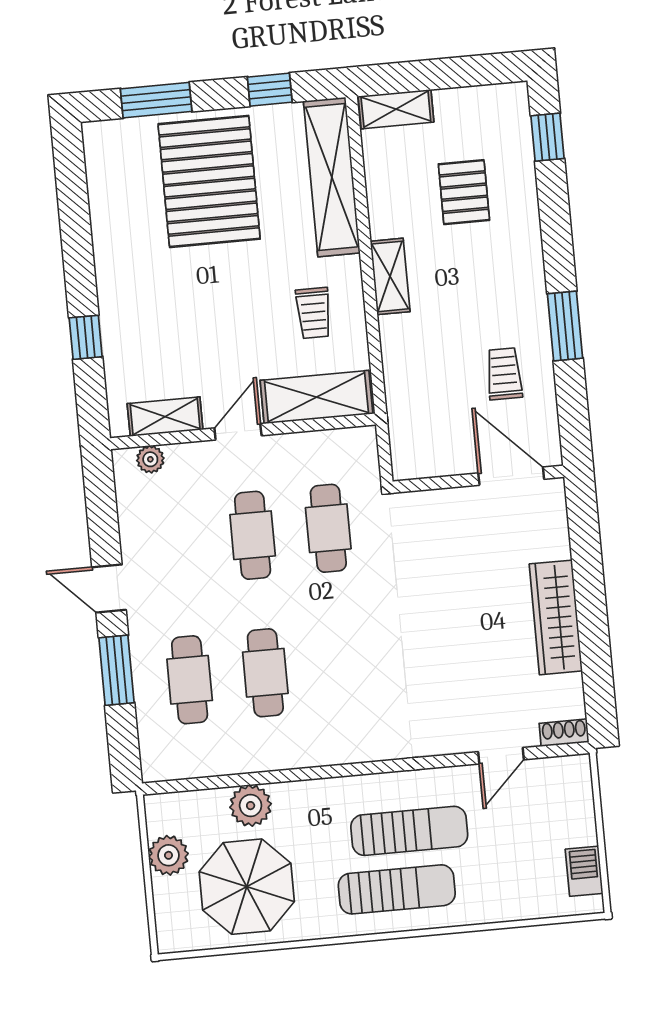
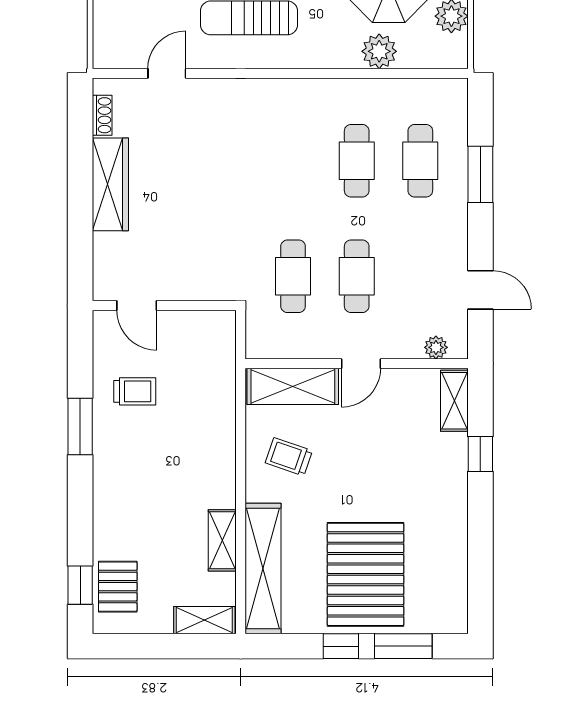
window: (270, 90) -> (341, 646), moved
pallet: (464, 192) -> (118, 587), moved
shelving: (390, 276) -> (222, 540), moved
trolley: (314, 313) -> (289, 457), turned -71
trolley: (504, 374) -> (135, 391), turned -90
shelving: (165, 417) -> (454, 401), moved, turned 90
door: (511, 476) -> (137, 306), width x0.73
door: (109, 589) -> (480, 290), moved
shoe rack: (564, 733) -> (102, 115), moved, turned -90

